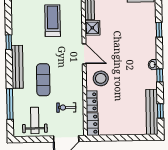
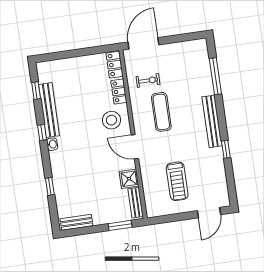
exercise mat: (43, 80) -> (161, 112), moved
bench: (152, 112) -> (49, 110), moved
weight bench: (35, 120) -> (183, 60), removed

